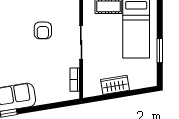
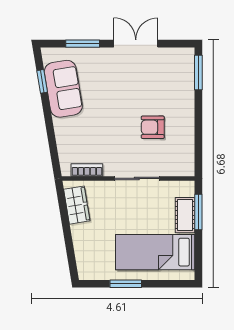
wardrobe: (115, 85) -> (77, 205), moved

